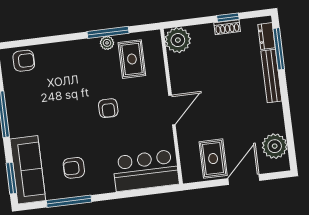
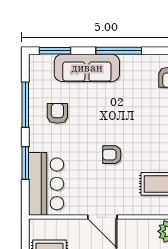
sofa: (28, 170) -> (87, 68), moved
window: (128, 194) -> (25, 163), added

